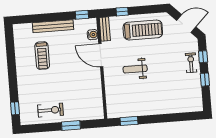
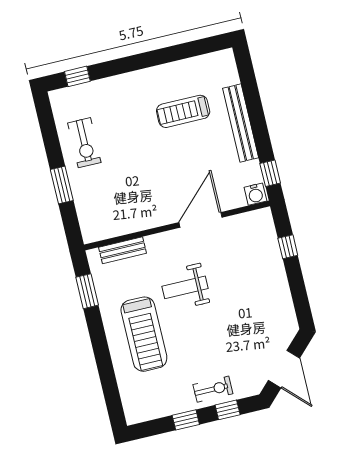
bench: (105, 29) -> (123, 250), moved
treadmill: (143, 30) -> (144, 334), moved
water cooler: (93, 35) -> (255, 194), moved
weight bench: (135, 69) -> (185, 287), turned -90

